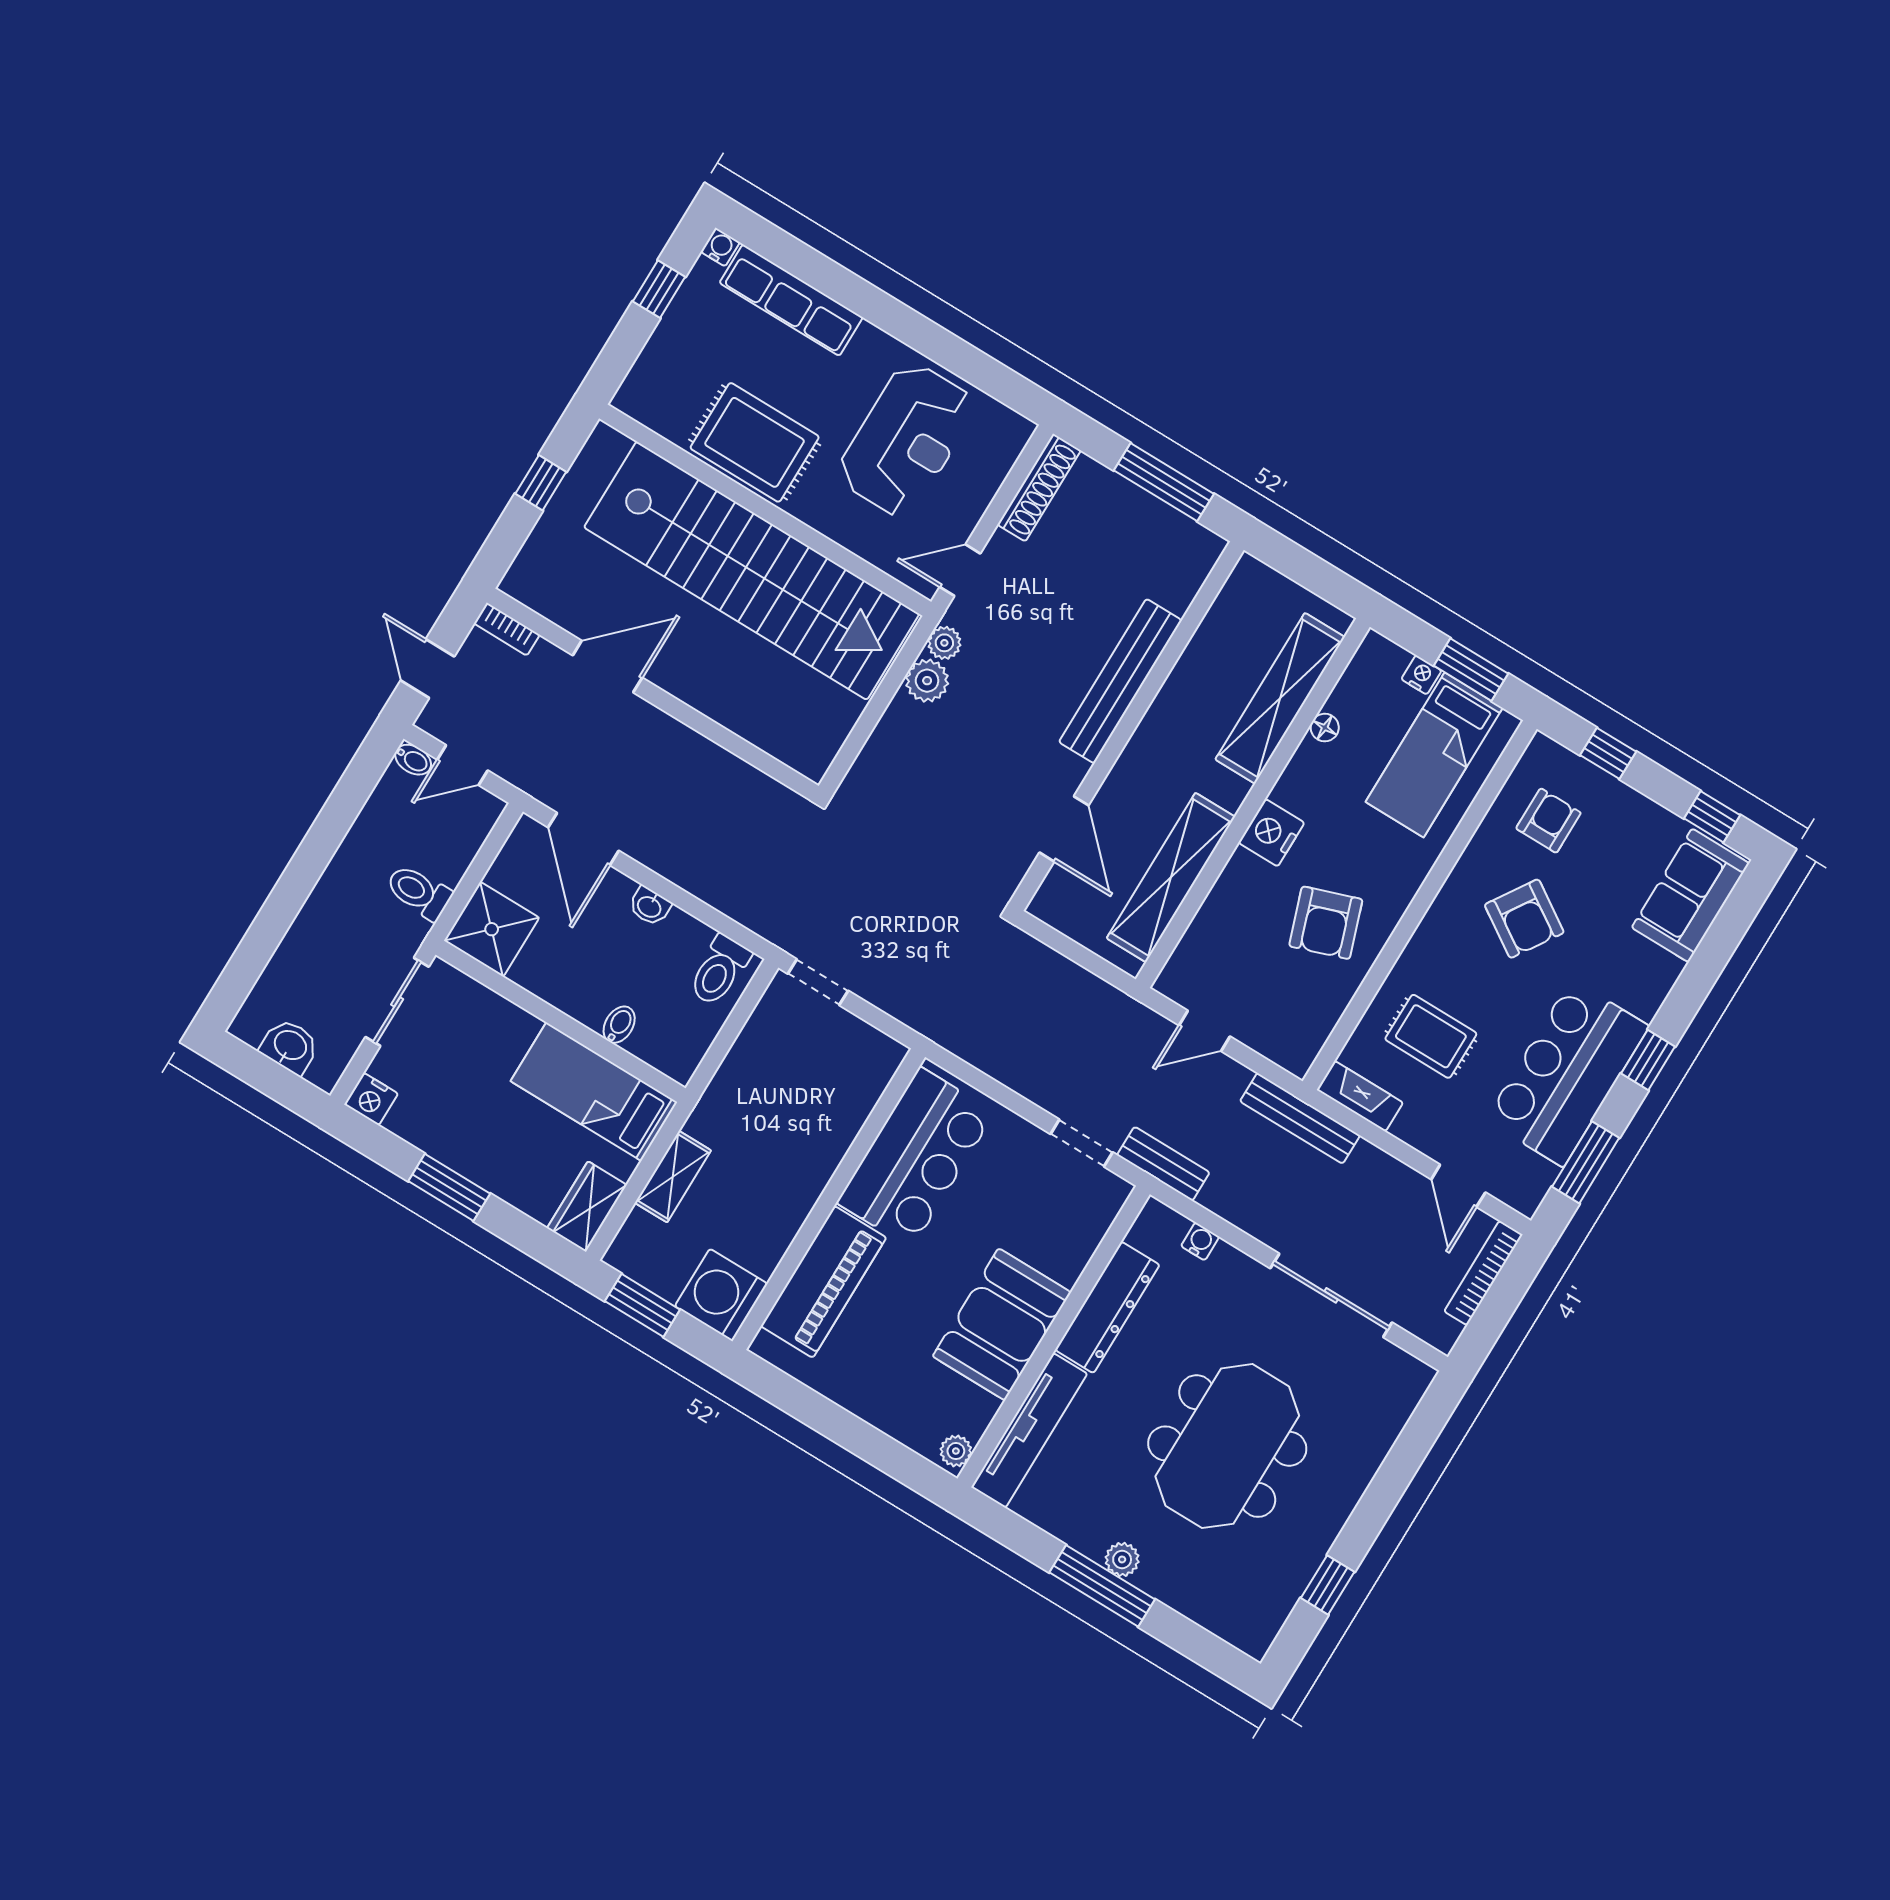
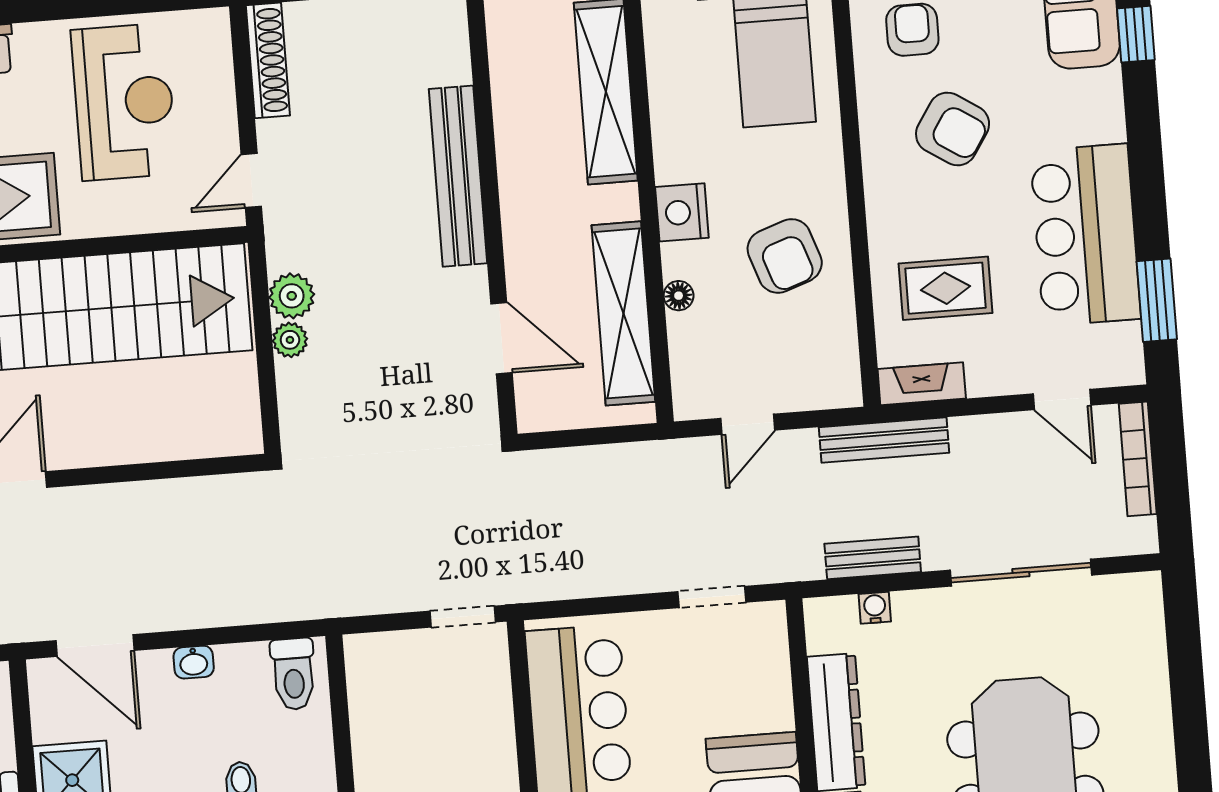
plant: (944, 643) -> (290, 340), moved
floor lamp: (1325, 728) -> (679, 296), moved
doorway: (818, 982) -> (463, 617), moved
window: (1648, 1060) -> (1136, 34), moved
bench: (1163, 1164) -> (873, 558), moved

